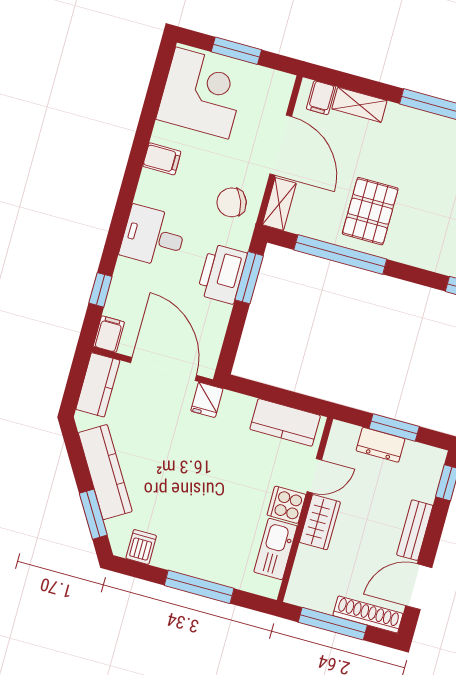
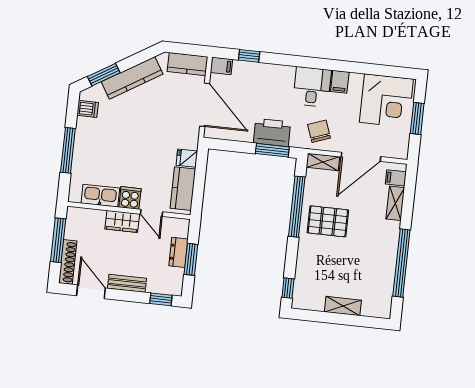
desk: (153, 237) -> (312, 87), moved
door: (164, 369) -> (205, 105), hinge flipped
fridge: (207, 400) -> (187, 158), moved

